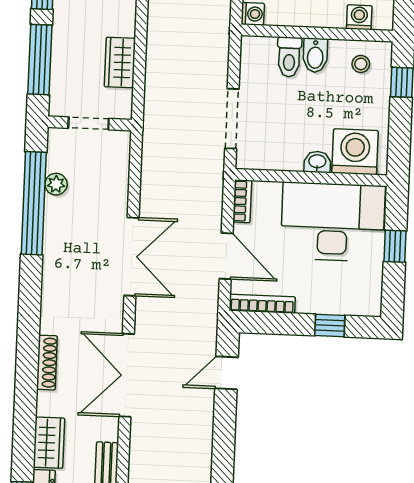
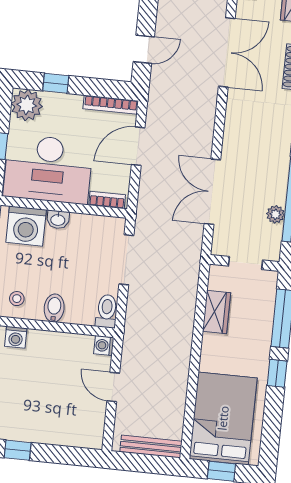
toilet: (289, 57) -> (107, 311), moved
bookcase: (242, 201) -> (107, 200), moved, turned 90
door: (226, 256) -> (138, 146), hinge flipped
double door: (131, 257) -> (212, 192), moved
plant: (363, 297) -> (27, 105), added

